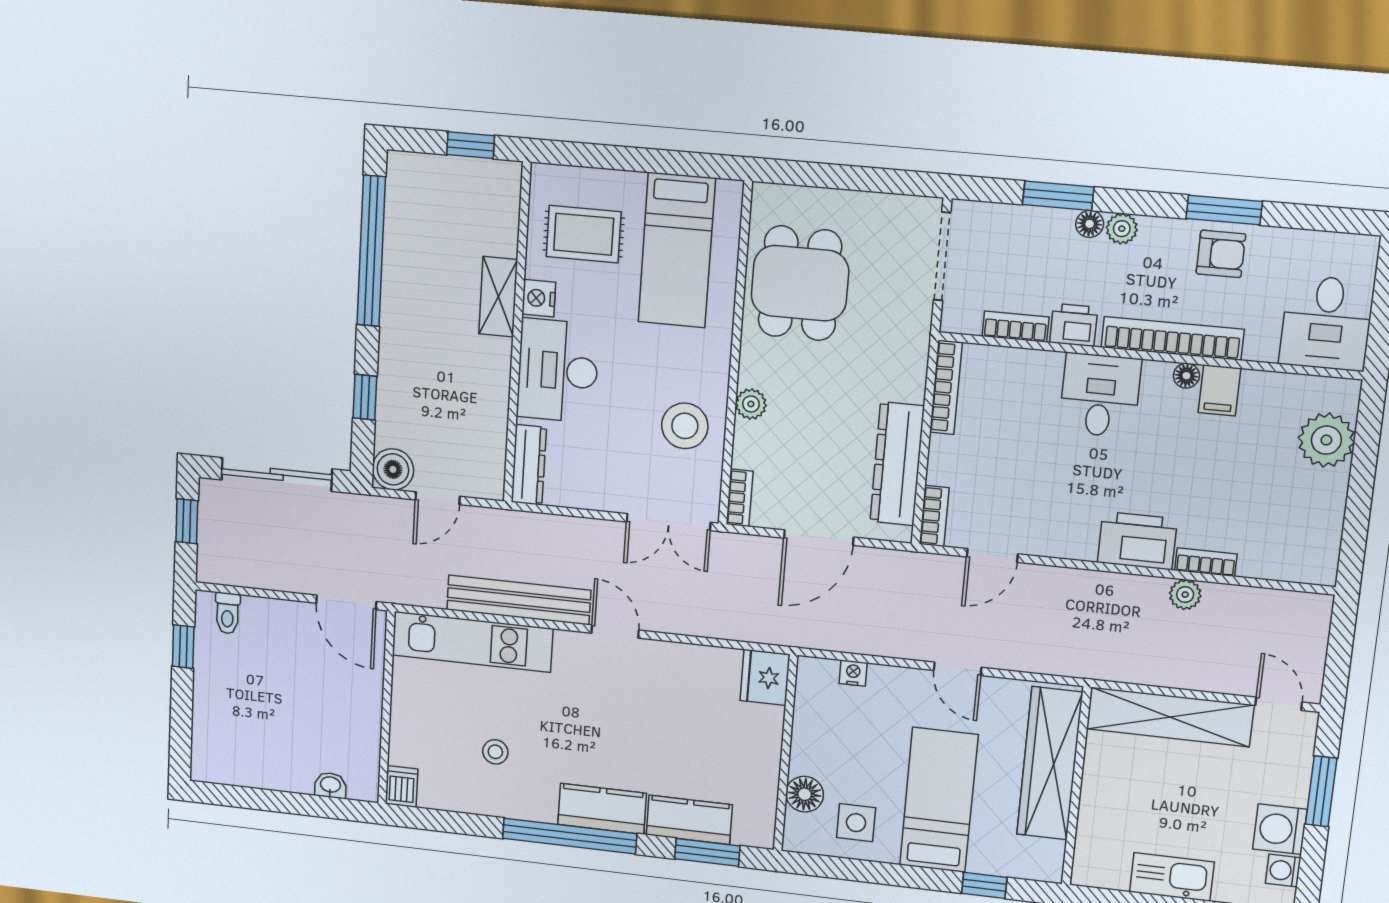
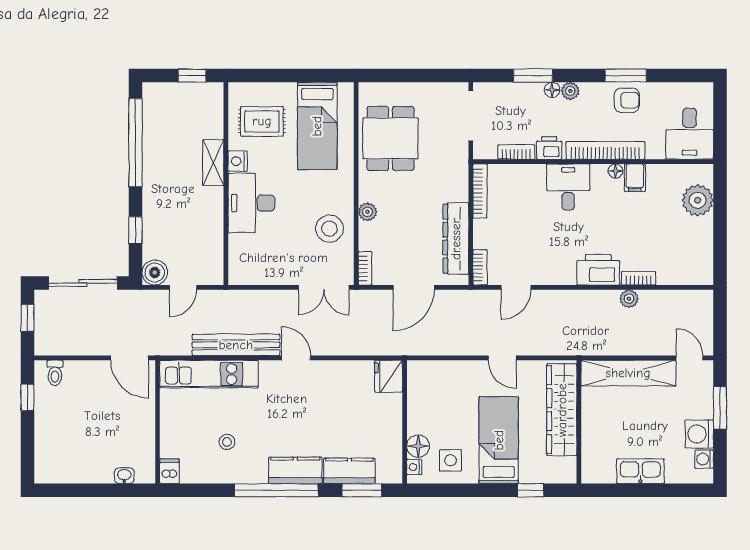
dresser: (529, 465) -> (237, 261), removed
nightstand: (853, 673) -> (414, 467), moved, turned -90

